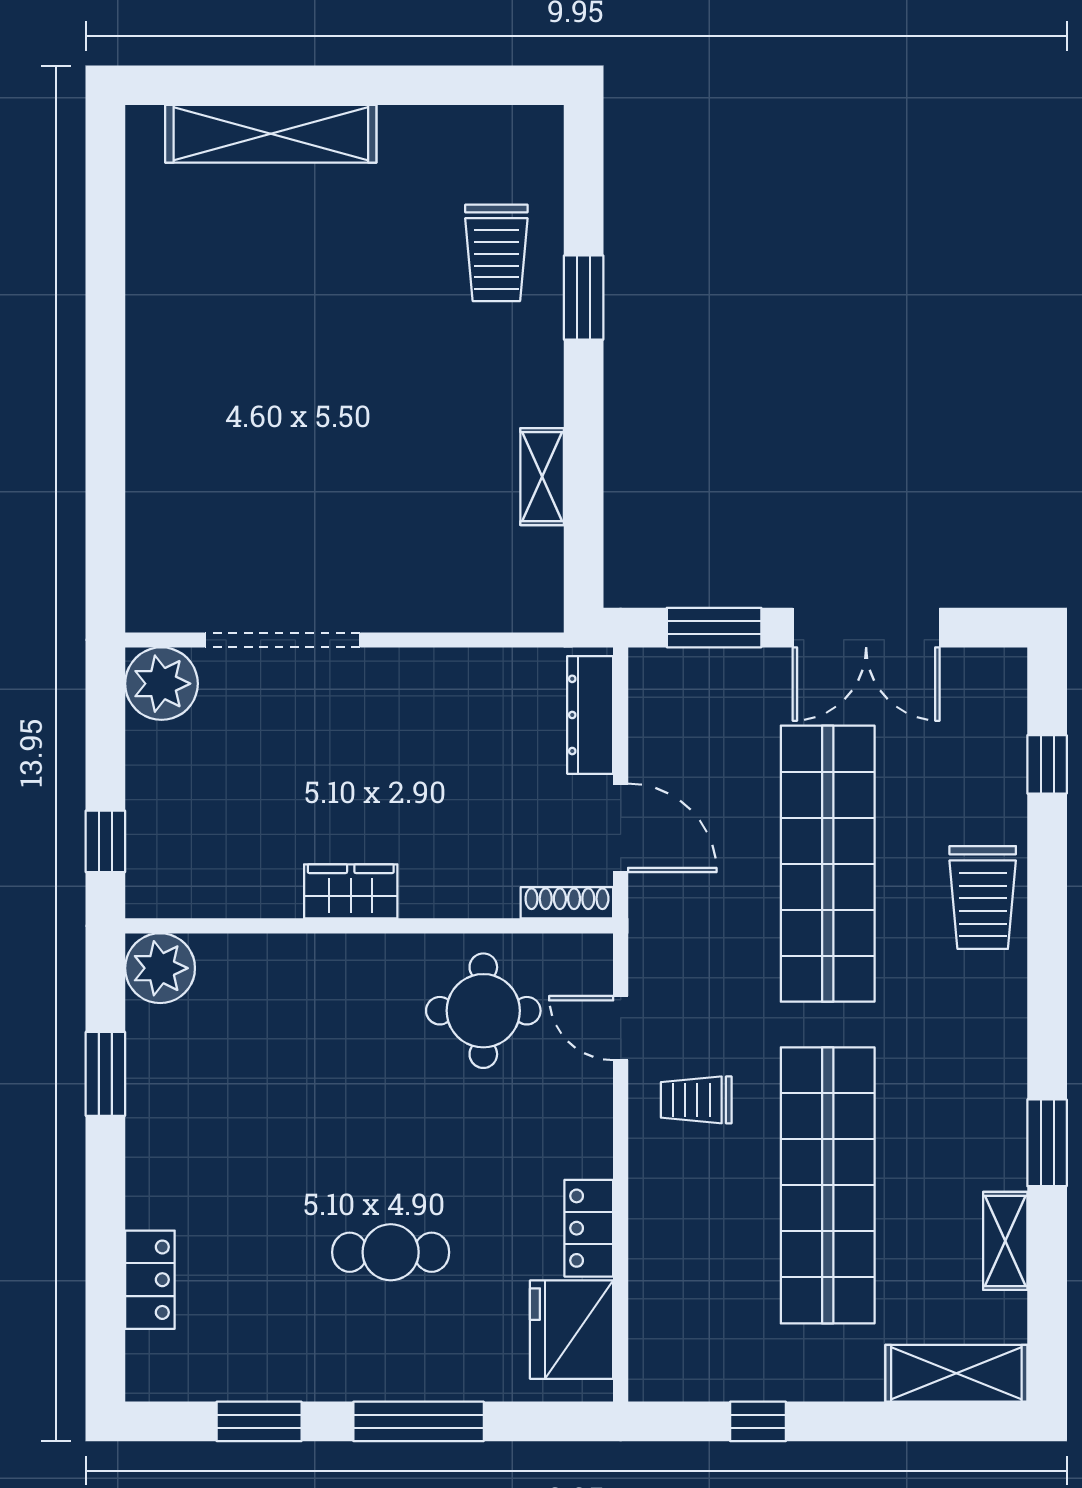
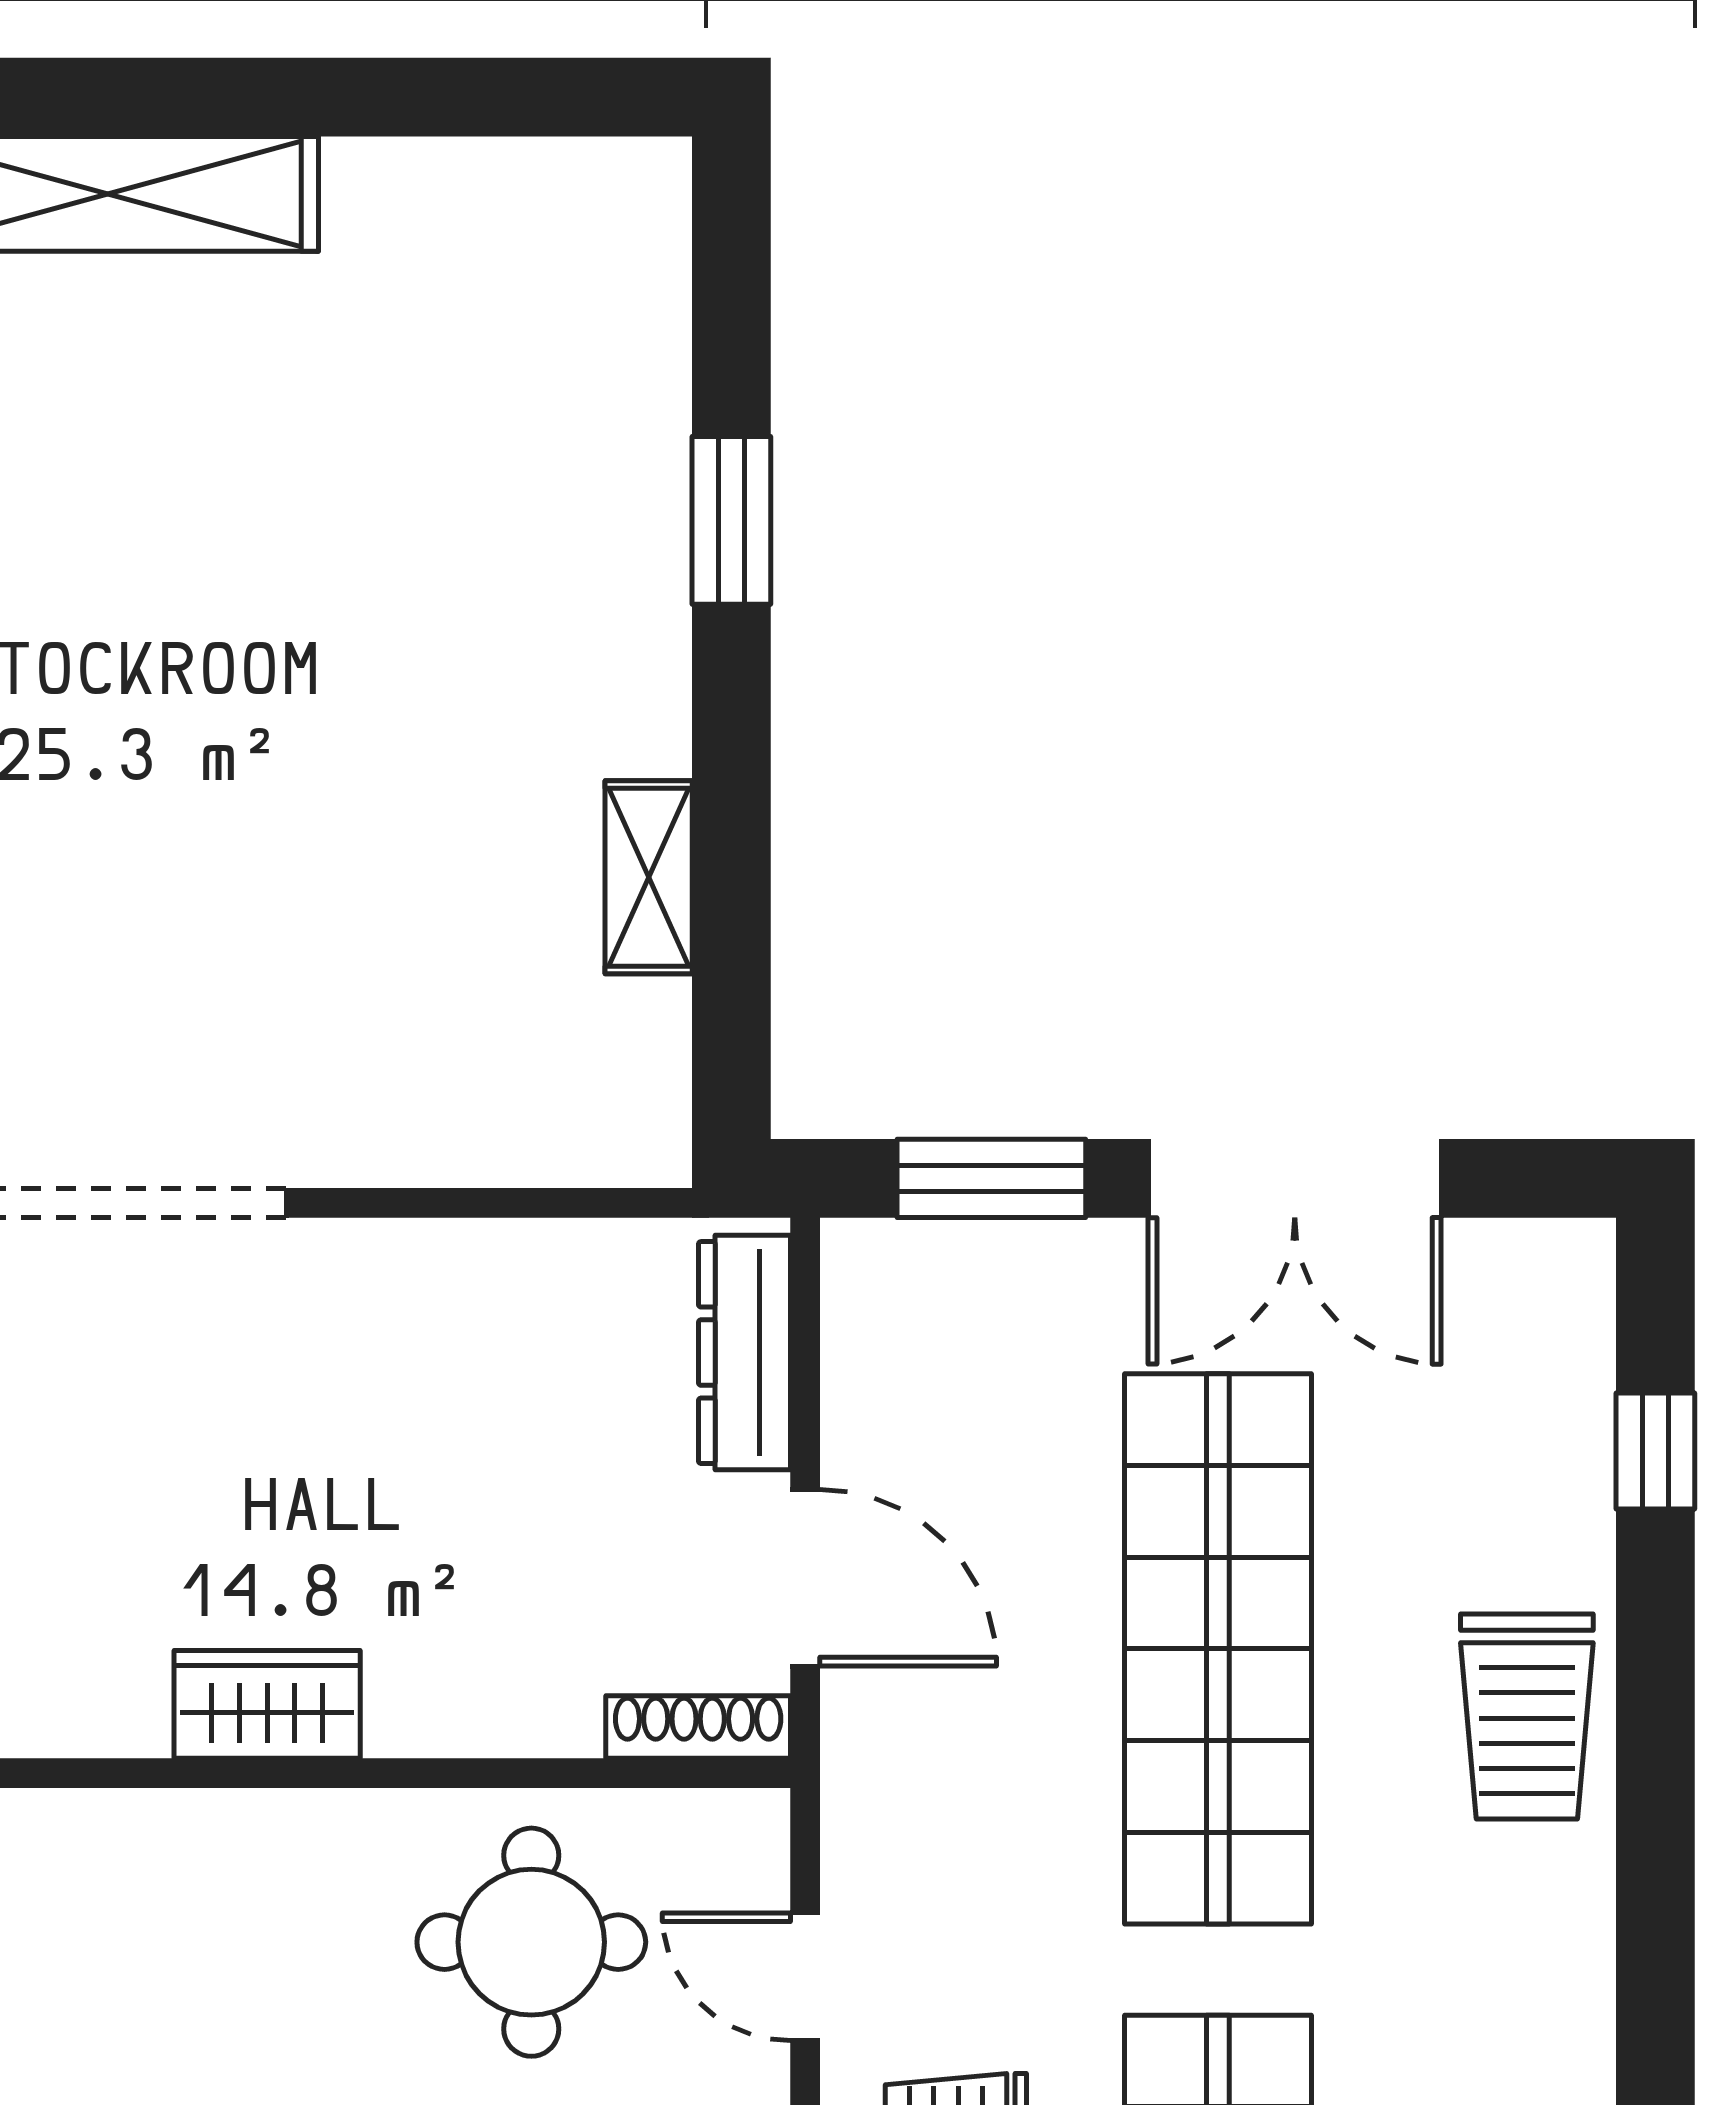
trolley: (496, 253) -> (557, 431), removed

